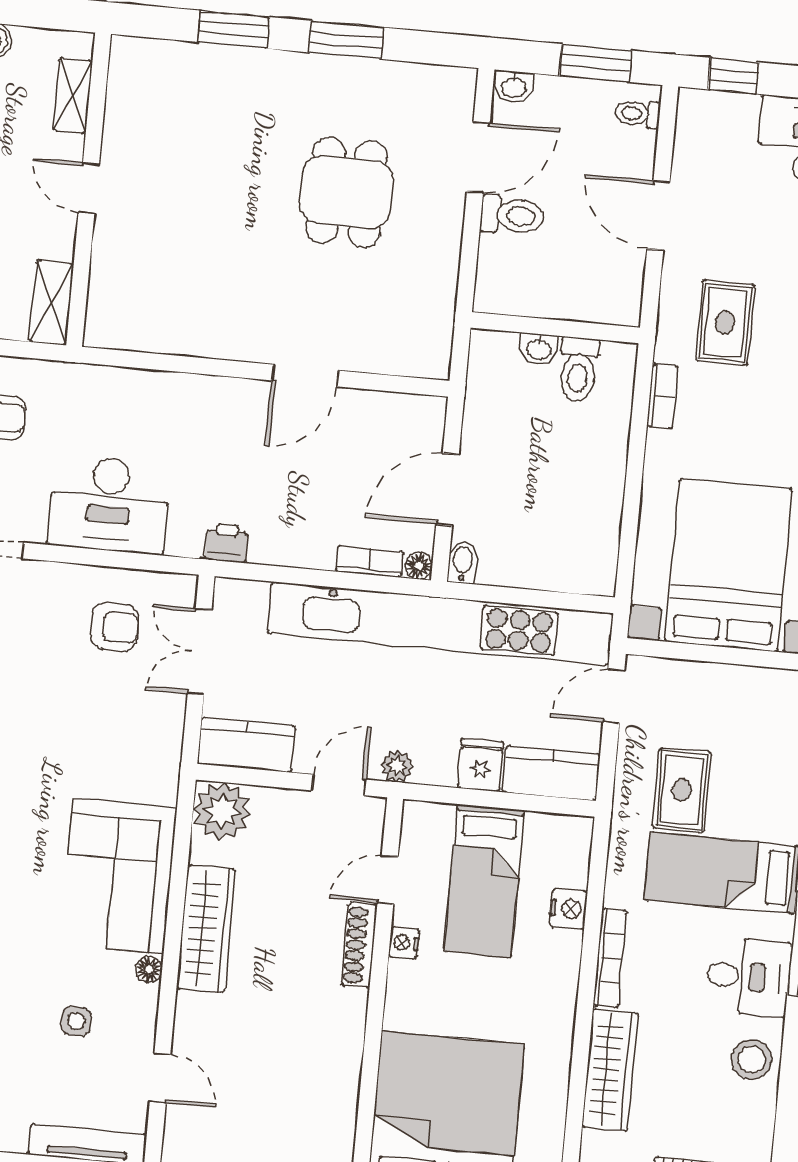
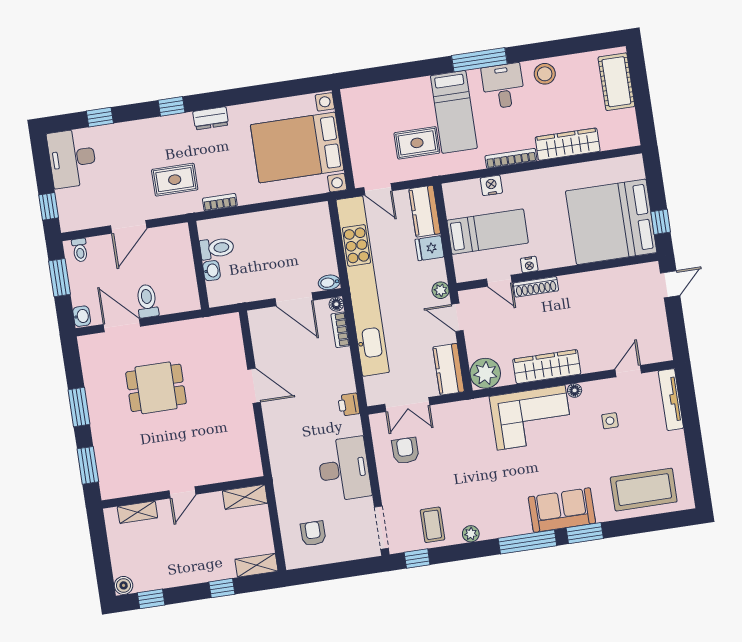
shelving: (73, 96) -> (137, 512), moved
door: (89, 188) -> (182, 492), moved
wall: (89, 190) -> (183, 492), moved
shelving: (52, 303) -> (245, 497), moved

